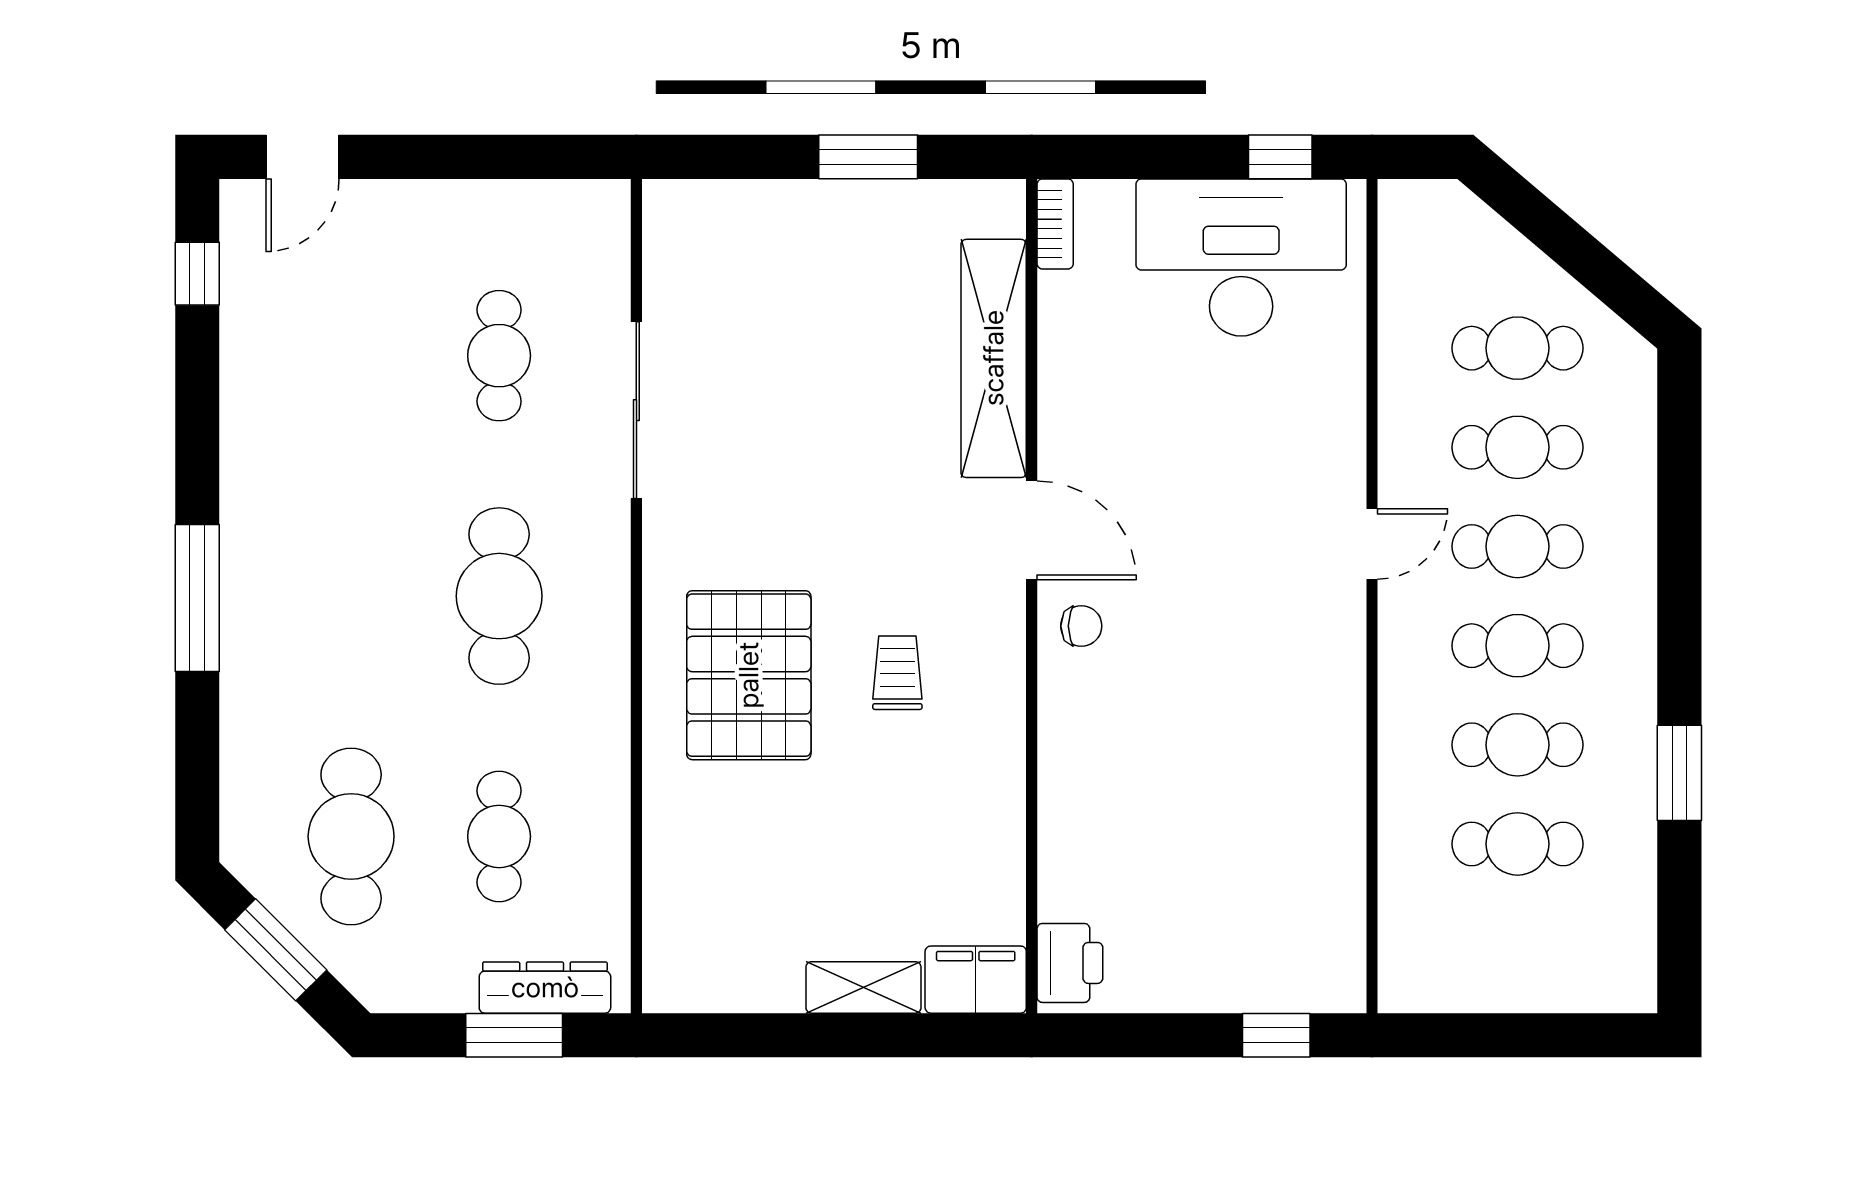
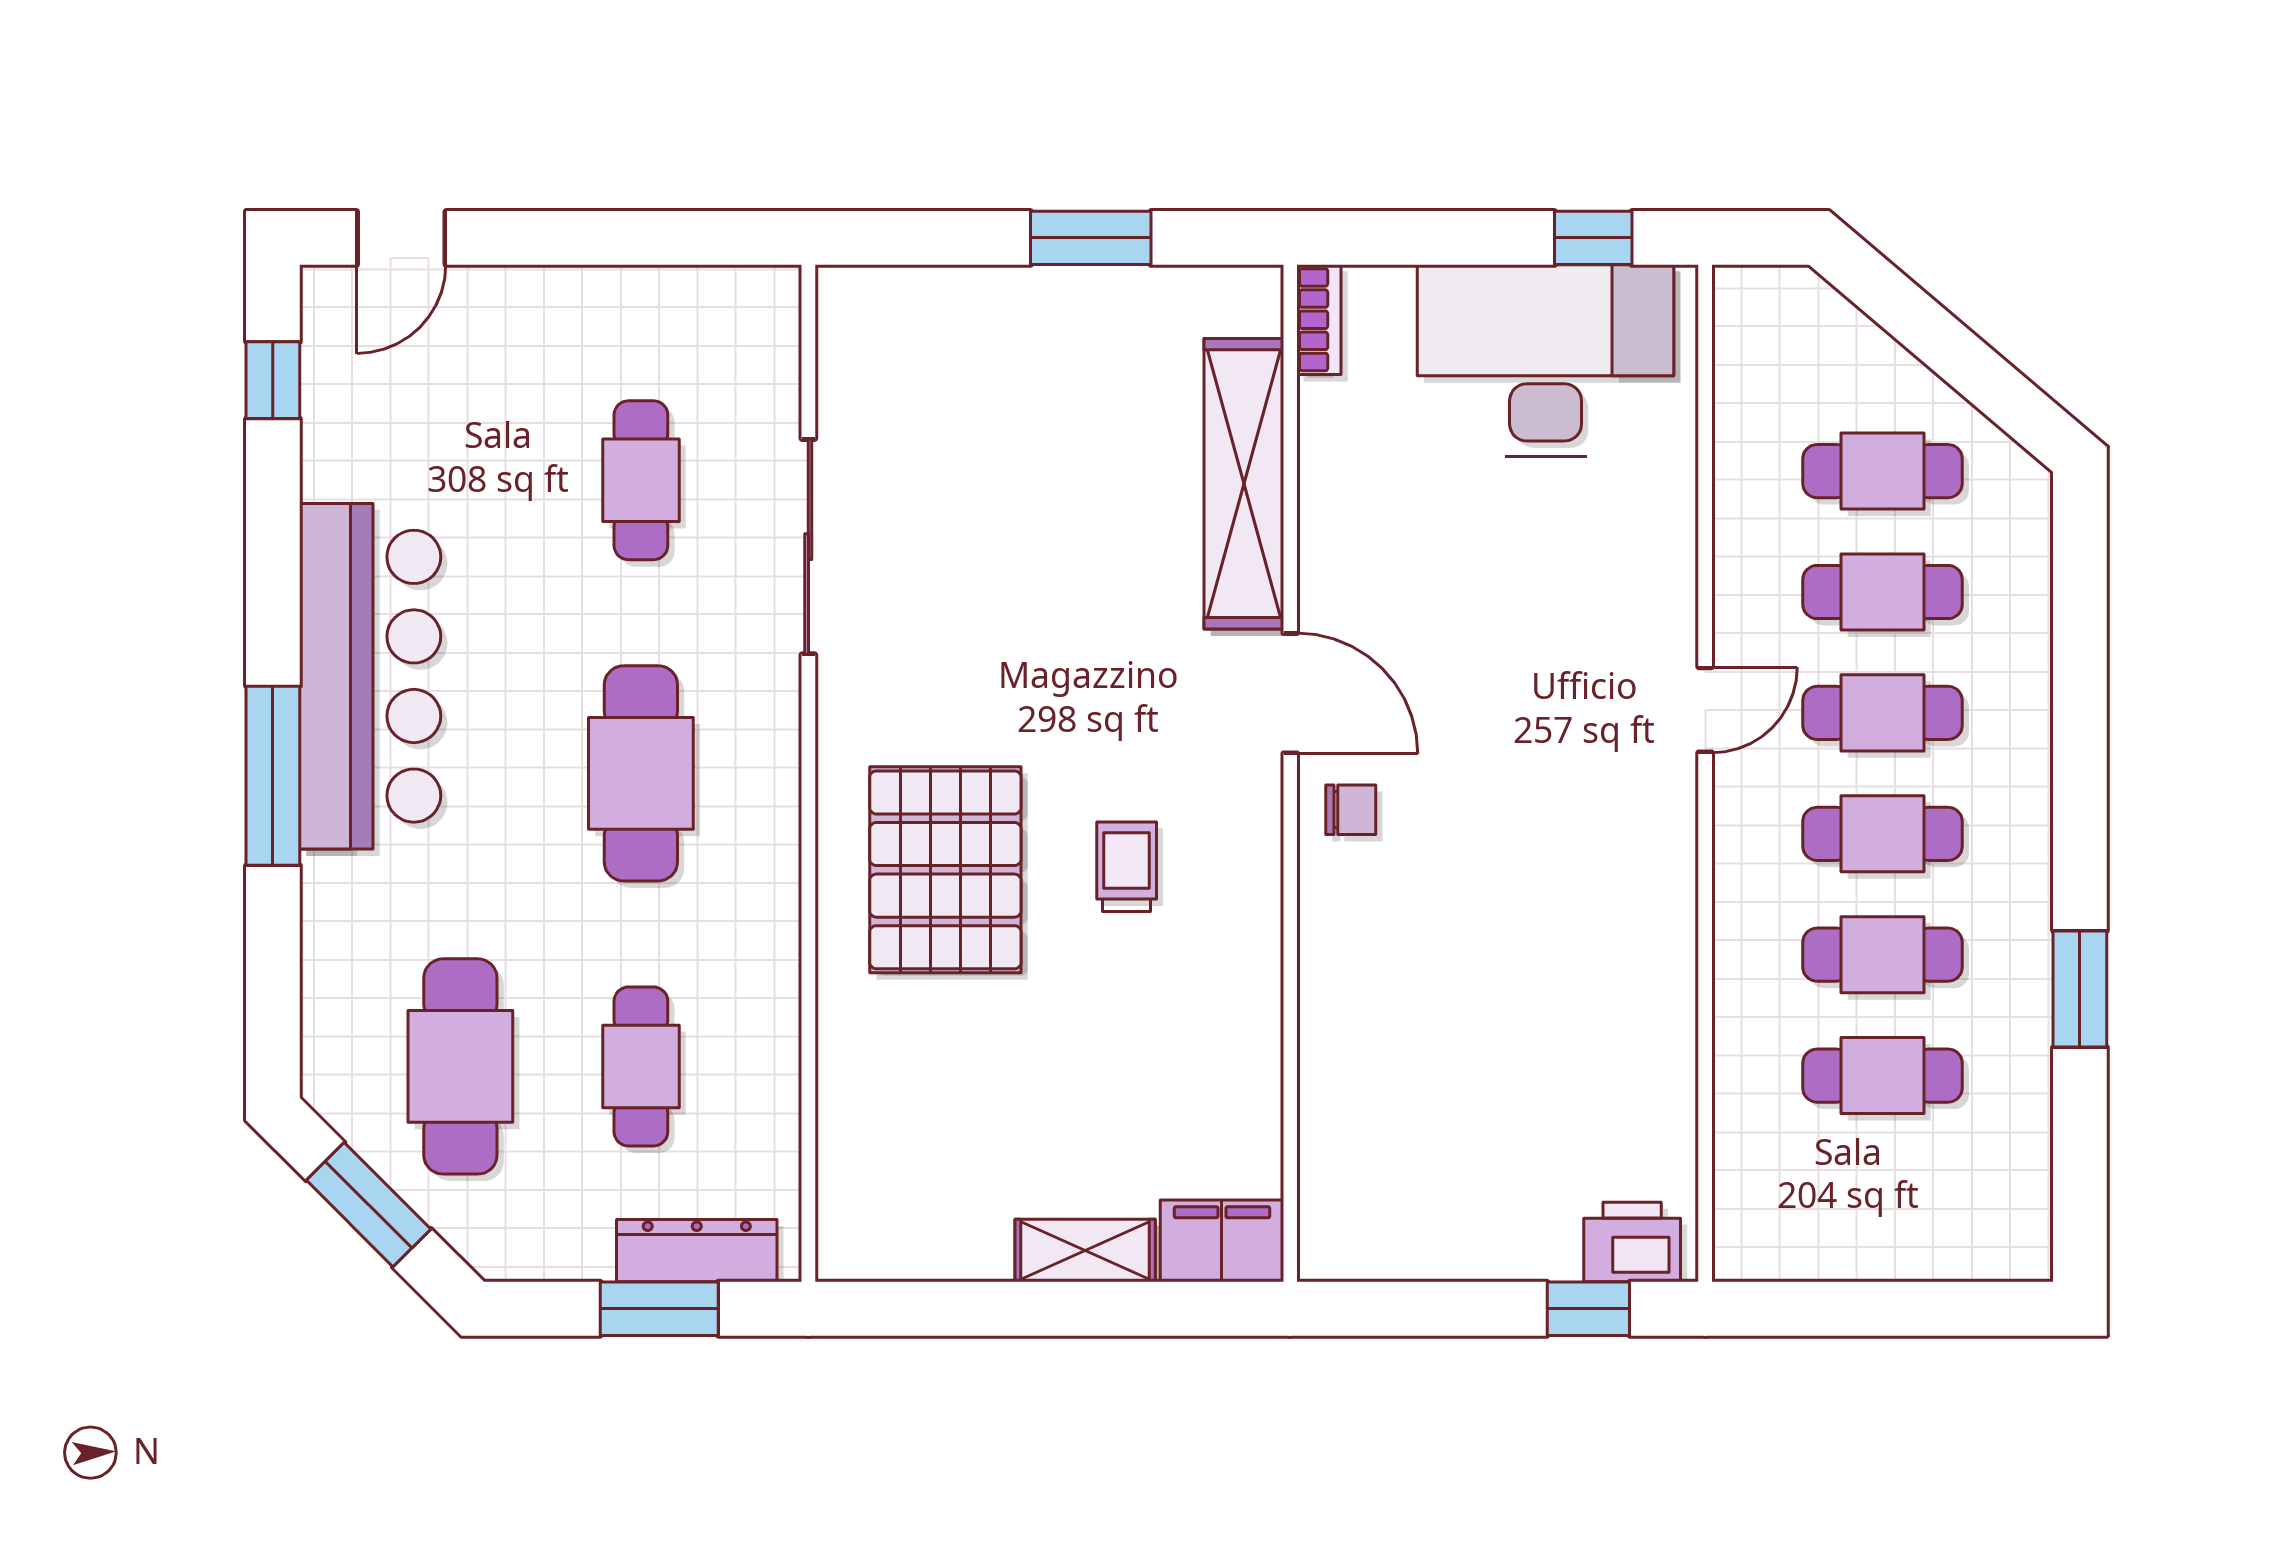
bar counter: (277, 516) -> (370, 676), added
printer: (1070, 963) -> (1632, 1242), moved, turned -90

